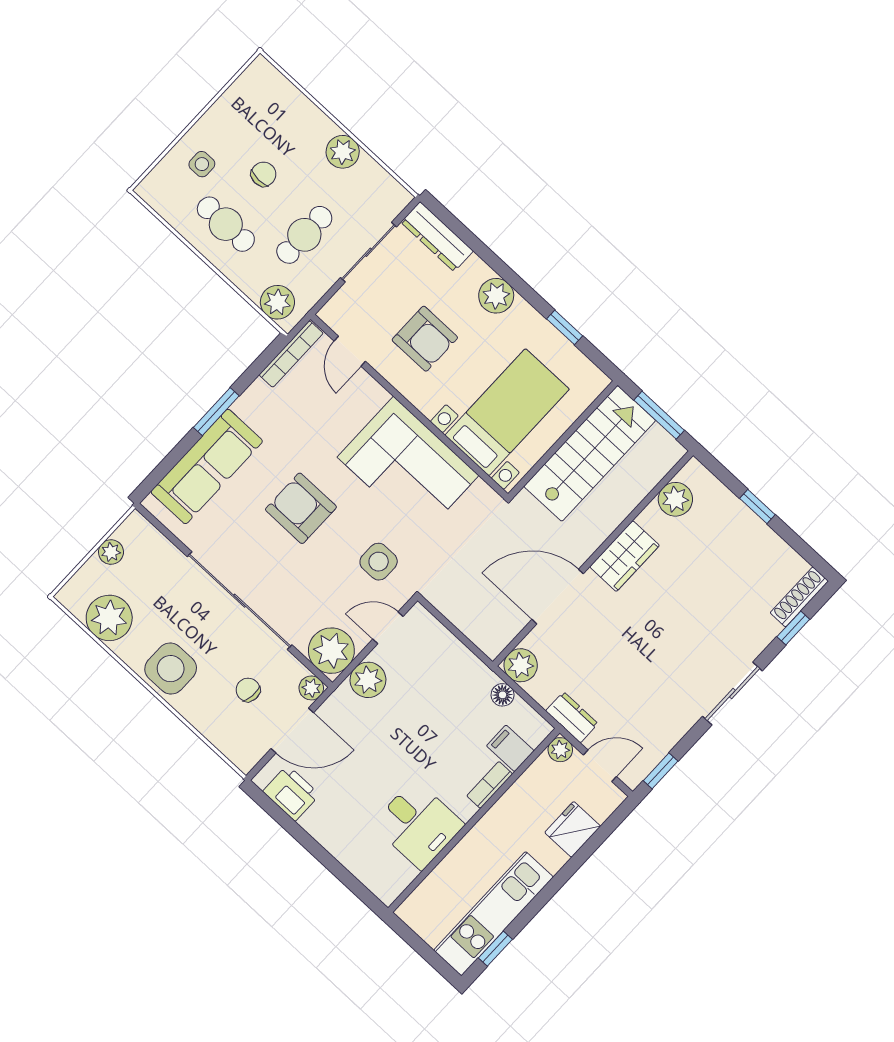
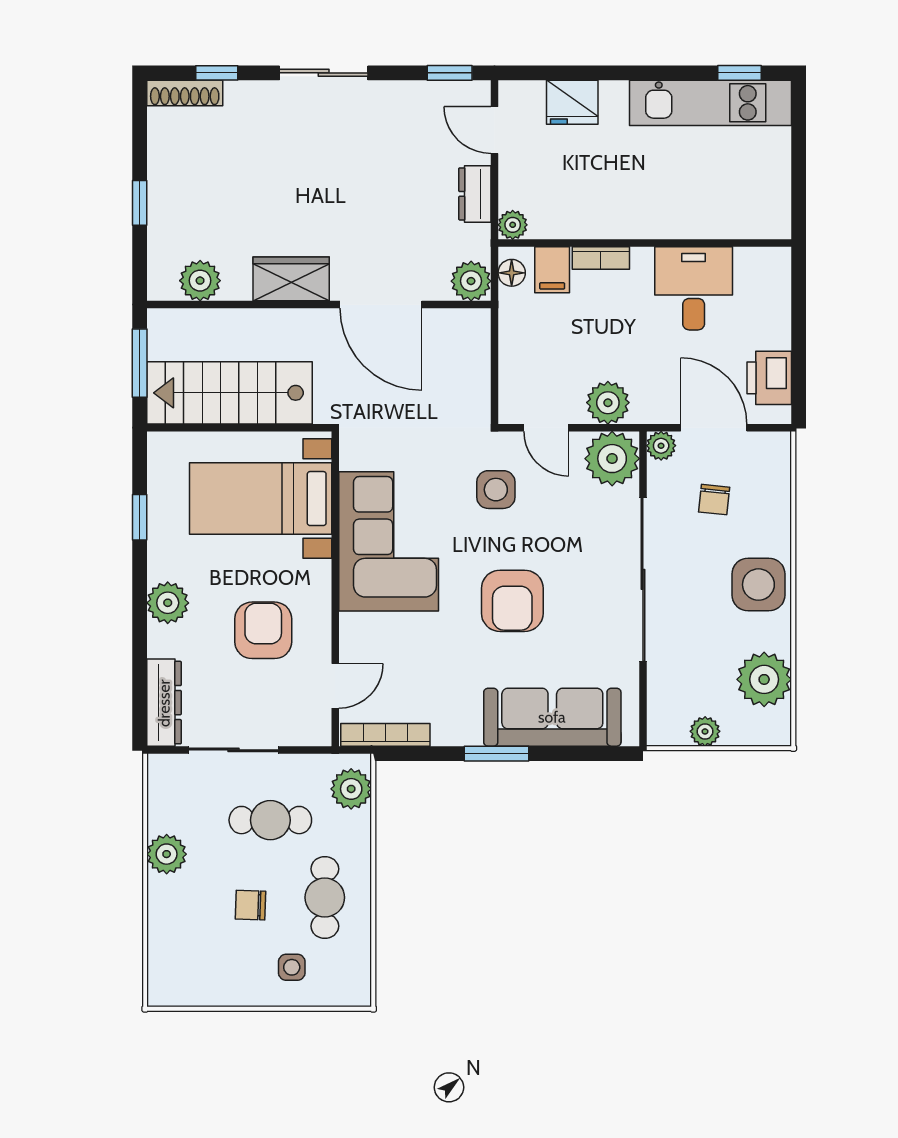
filing cabinet: (510, 748) -> (552, 270), moved
plant: (560, 750) -> (513, 225), moved
bookcase: (490, 785) -> (601, 258), moved
wall: (474, 820) -> (645, 243), moved
desk: (418, 824) -> (694, 288), moved

